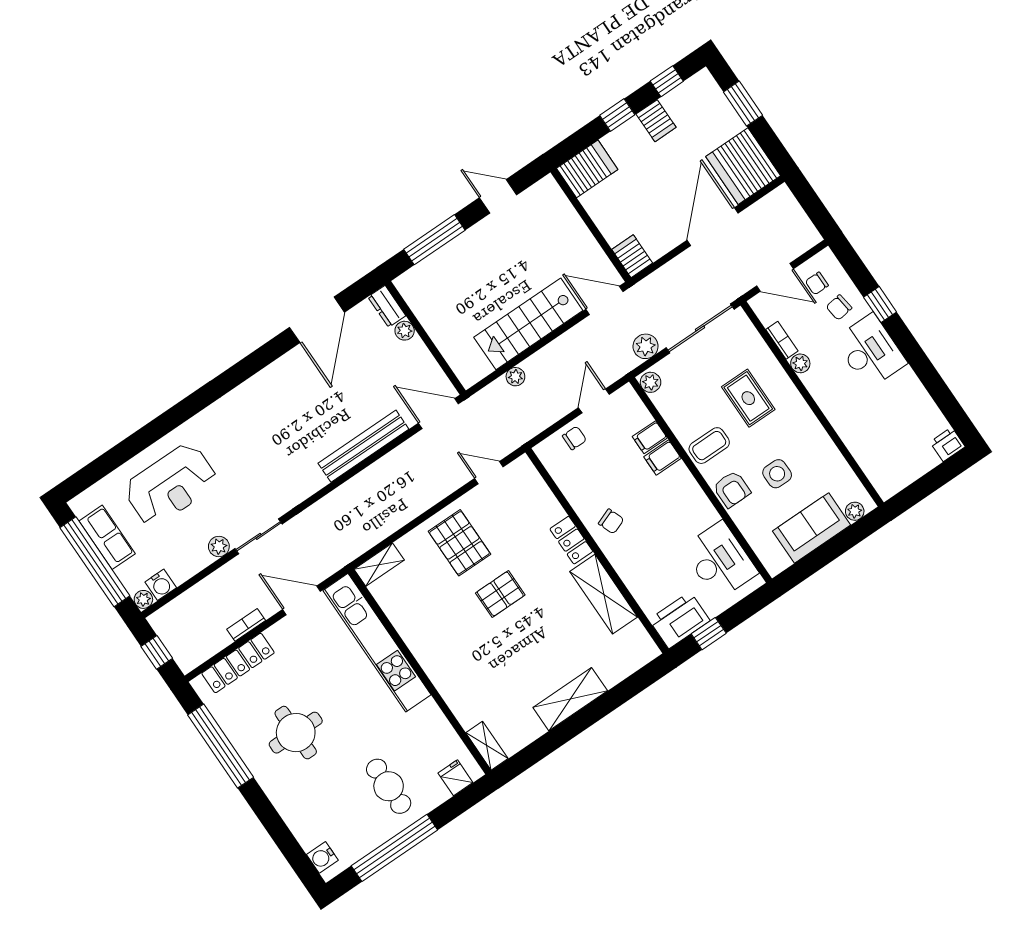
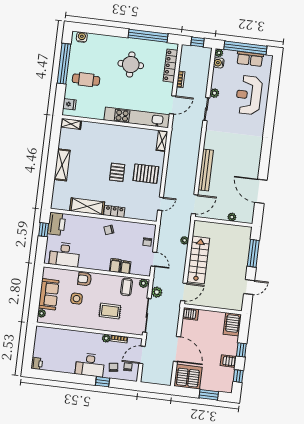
dresser: (387, 306) -> (245, 218), removed
coffee table: (709, 446) -> (127, 287), moved

